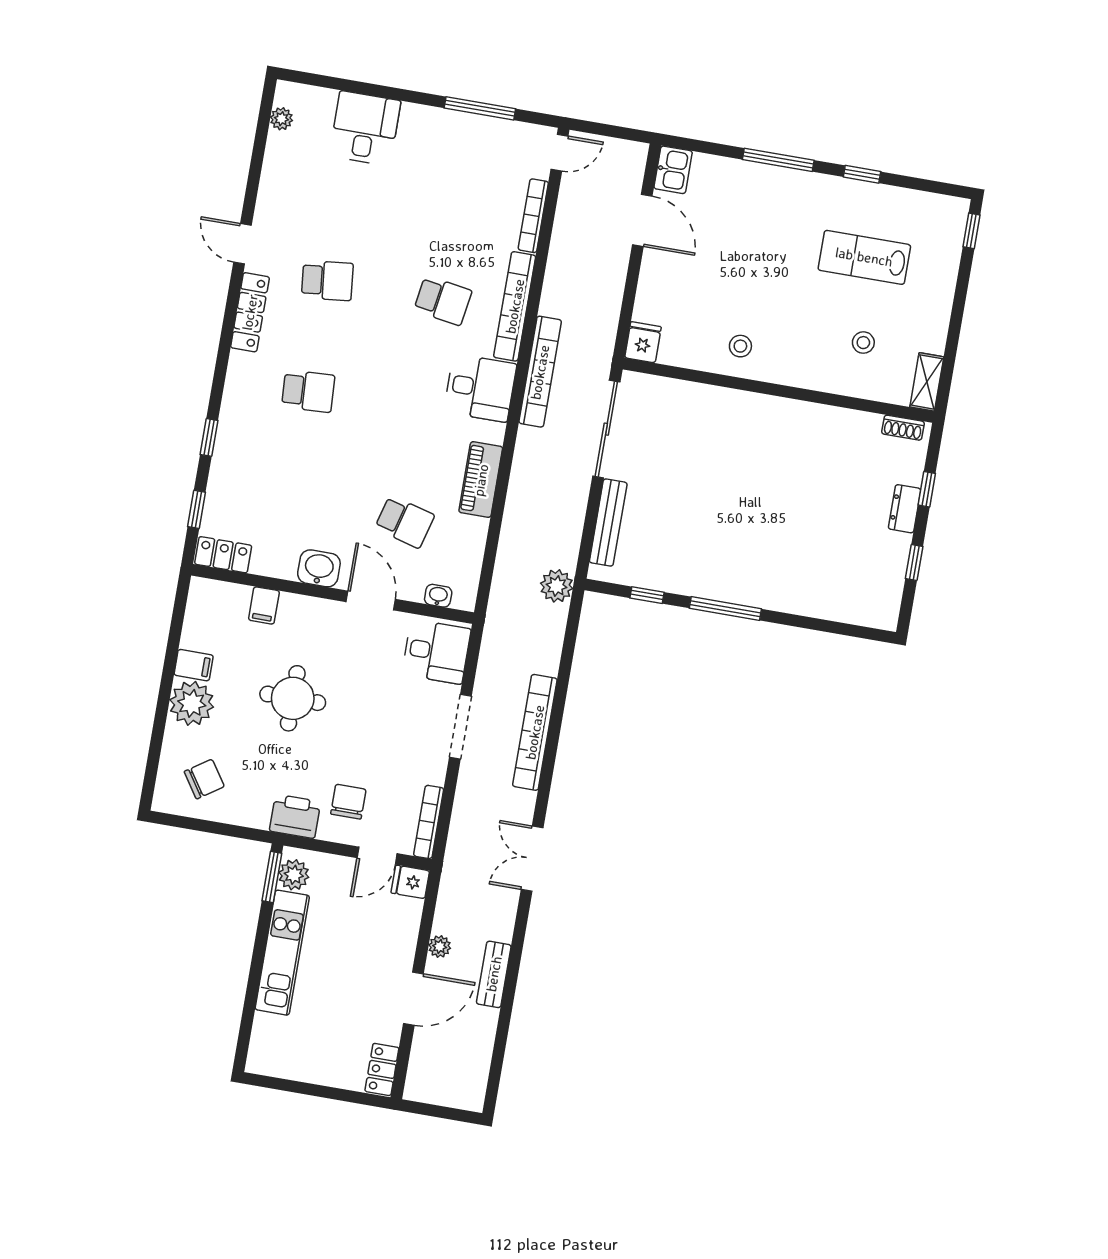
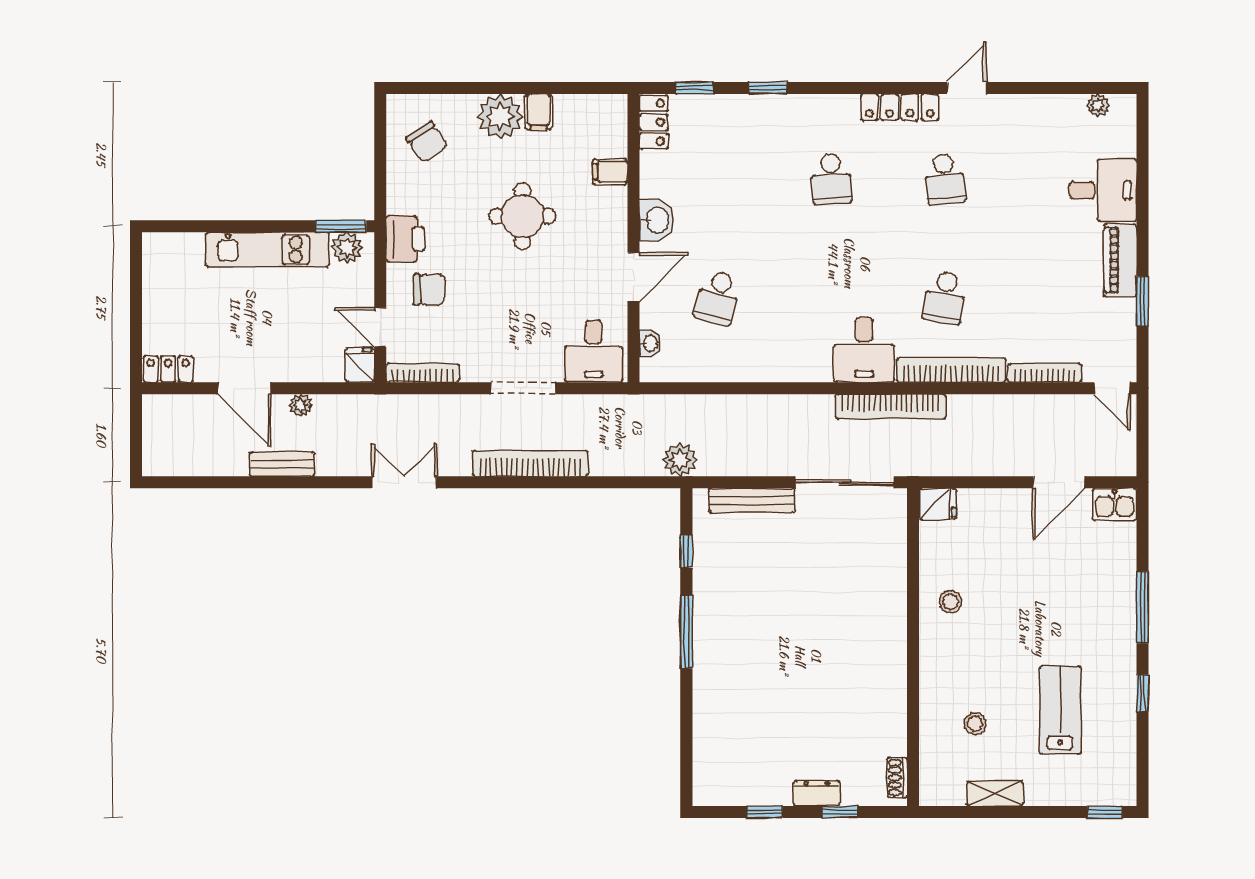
window: (480, 108) -> (1143, 301), width x0.69
shelving: (927, 382) -> (995, 793), moved
piano: (481, 480) -> (1120, 260), moved, turned -90

